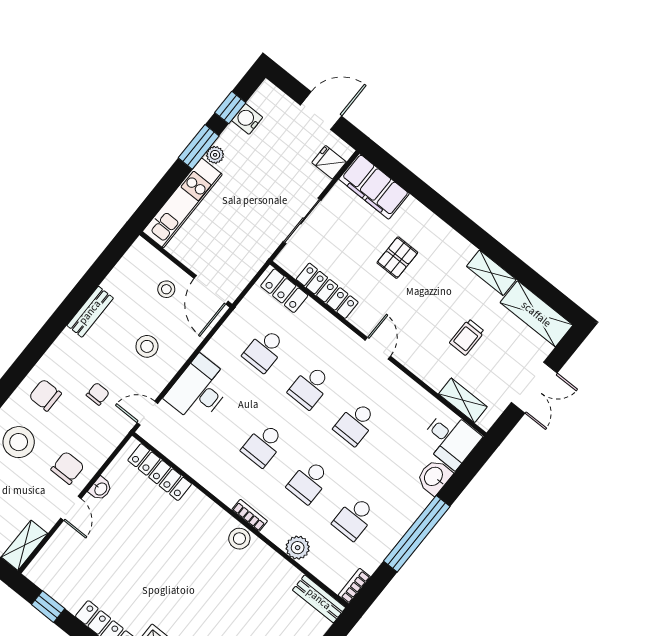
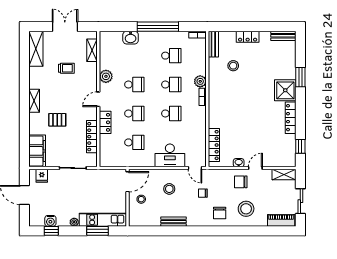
window: (199, 147) -> (97, 231), moved
shelving: (491, 273) -> (34, 101), moved
locker: (284, 291) -> (105, 122), moved
plant: (404, 389) -> (106, 76), added
desk: (450, 439) -> (111, 43), removed
stool: (239, 539) -> (233, 66), moved
plant: (298, 548) -> (200, 81), moved

